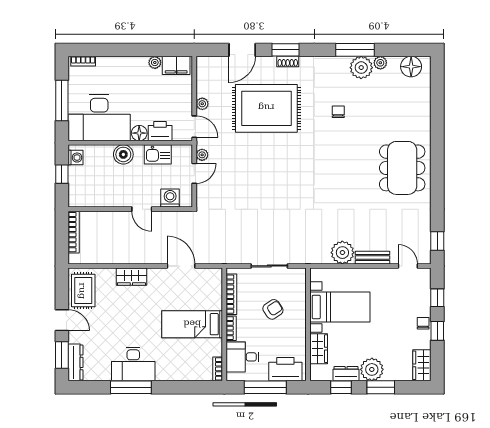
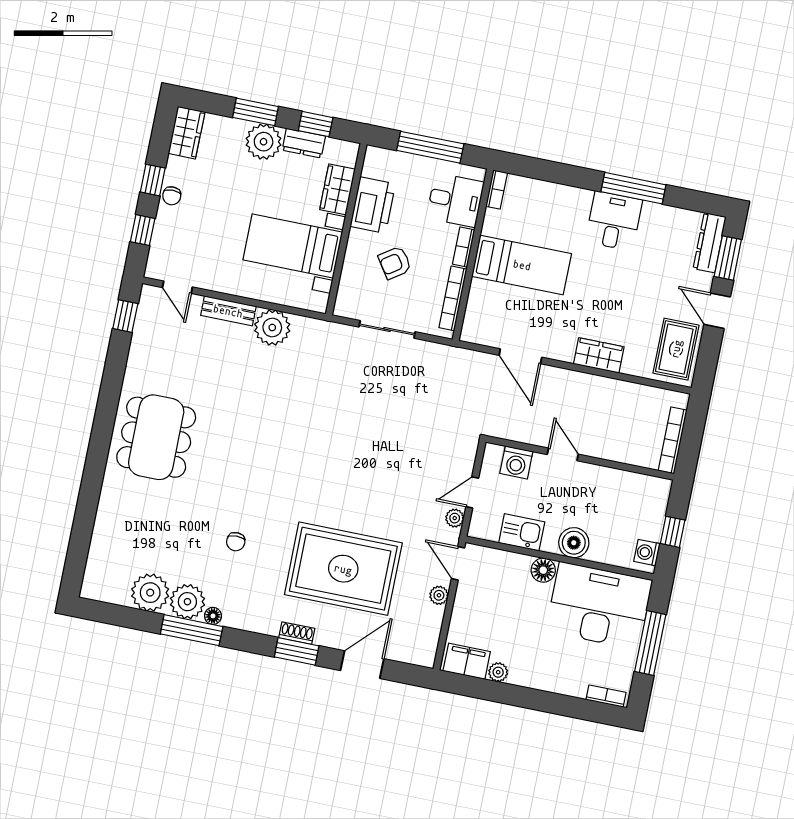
plant: (380, 63) -> (150, 593), width x1.87, depth x1.87
floor lamp: (411, 67) -> (213, 616), moved, width x0.53, depth x0.53
printer: (160, 131) -> (511, 567), removed
desk: (133, 364) -> (614, 221), width x0.73
printer: (285, 369) -> (373, 205), moved, turned -90

